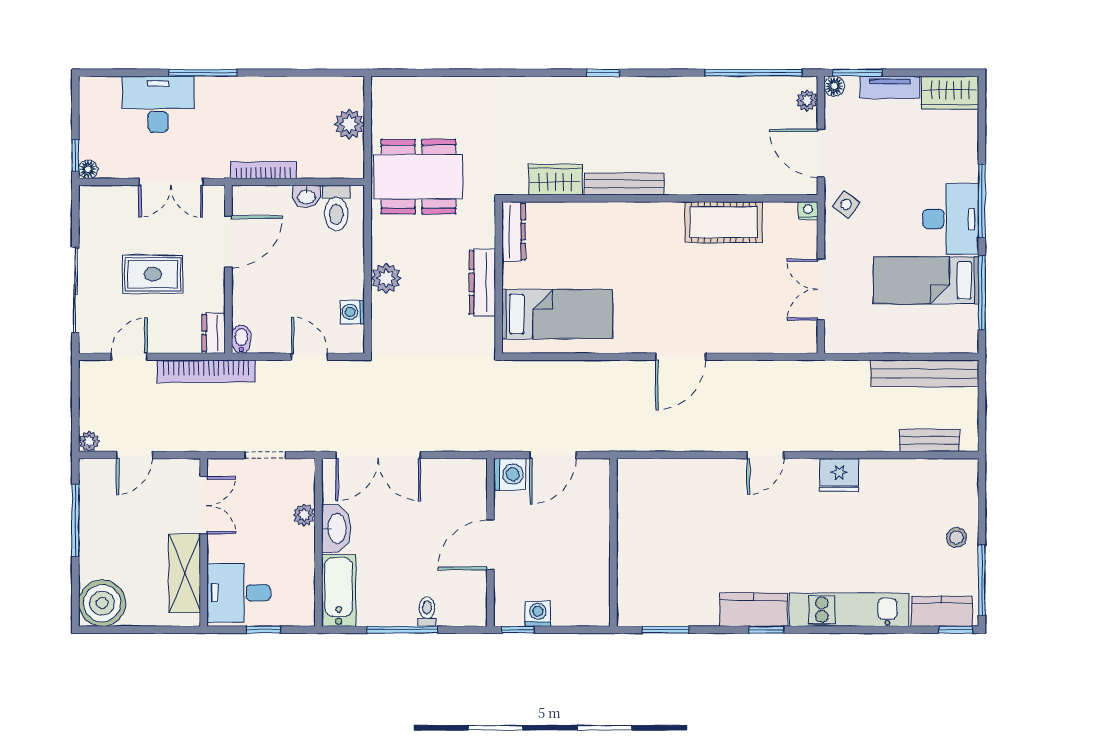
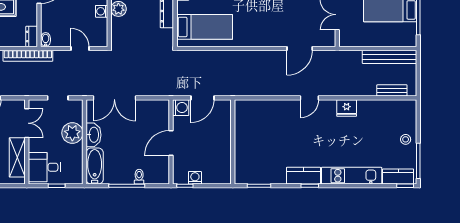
washing machine: (352, 312) -> (102, 11), moved
door: (681, 357) -> (300, 48), moved
plant: (304, 515) -> (72, 133), width x1.88, depth x1.88

